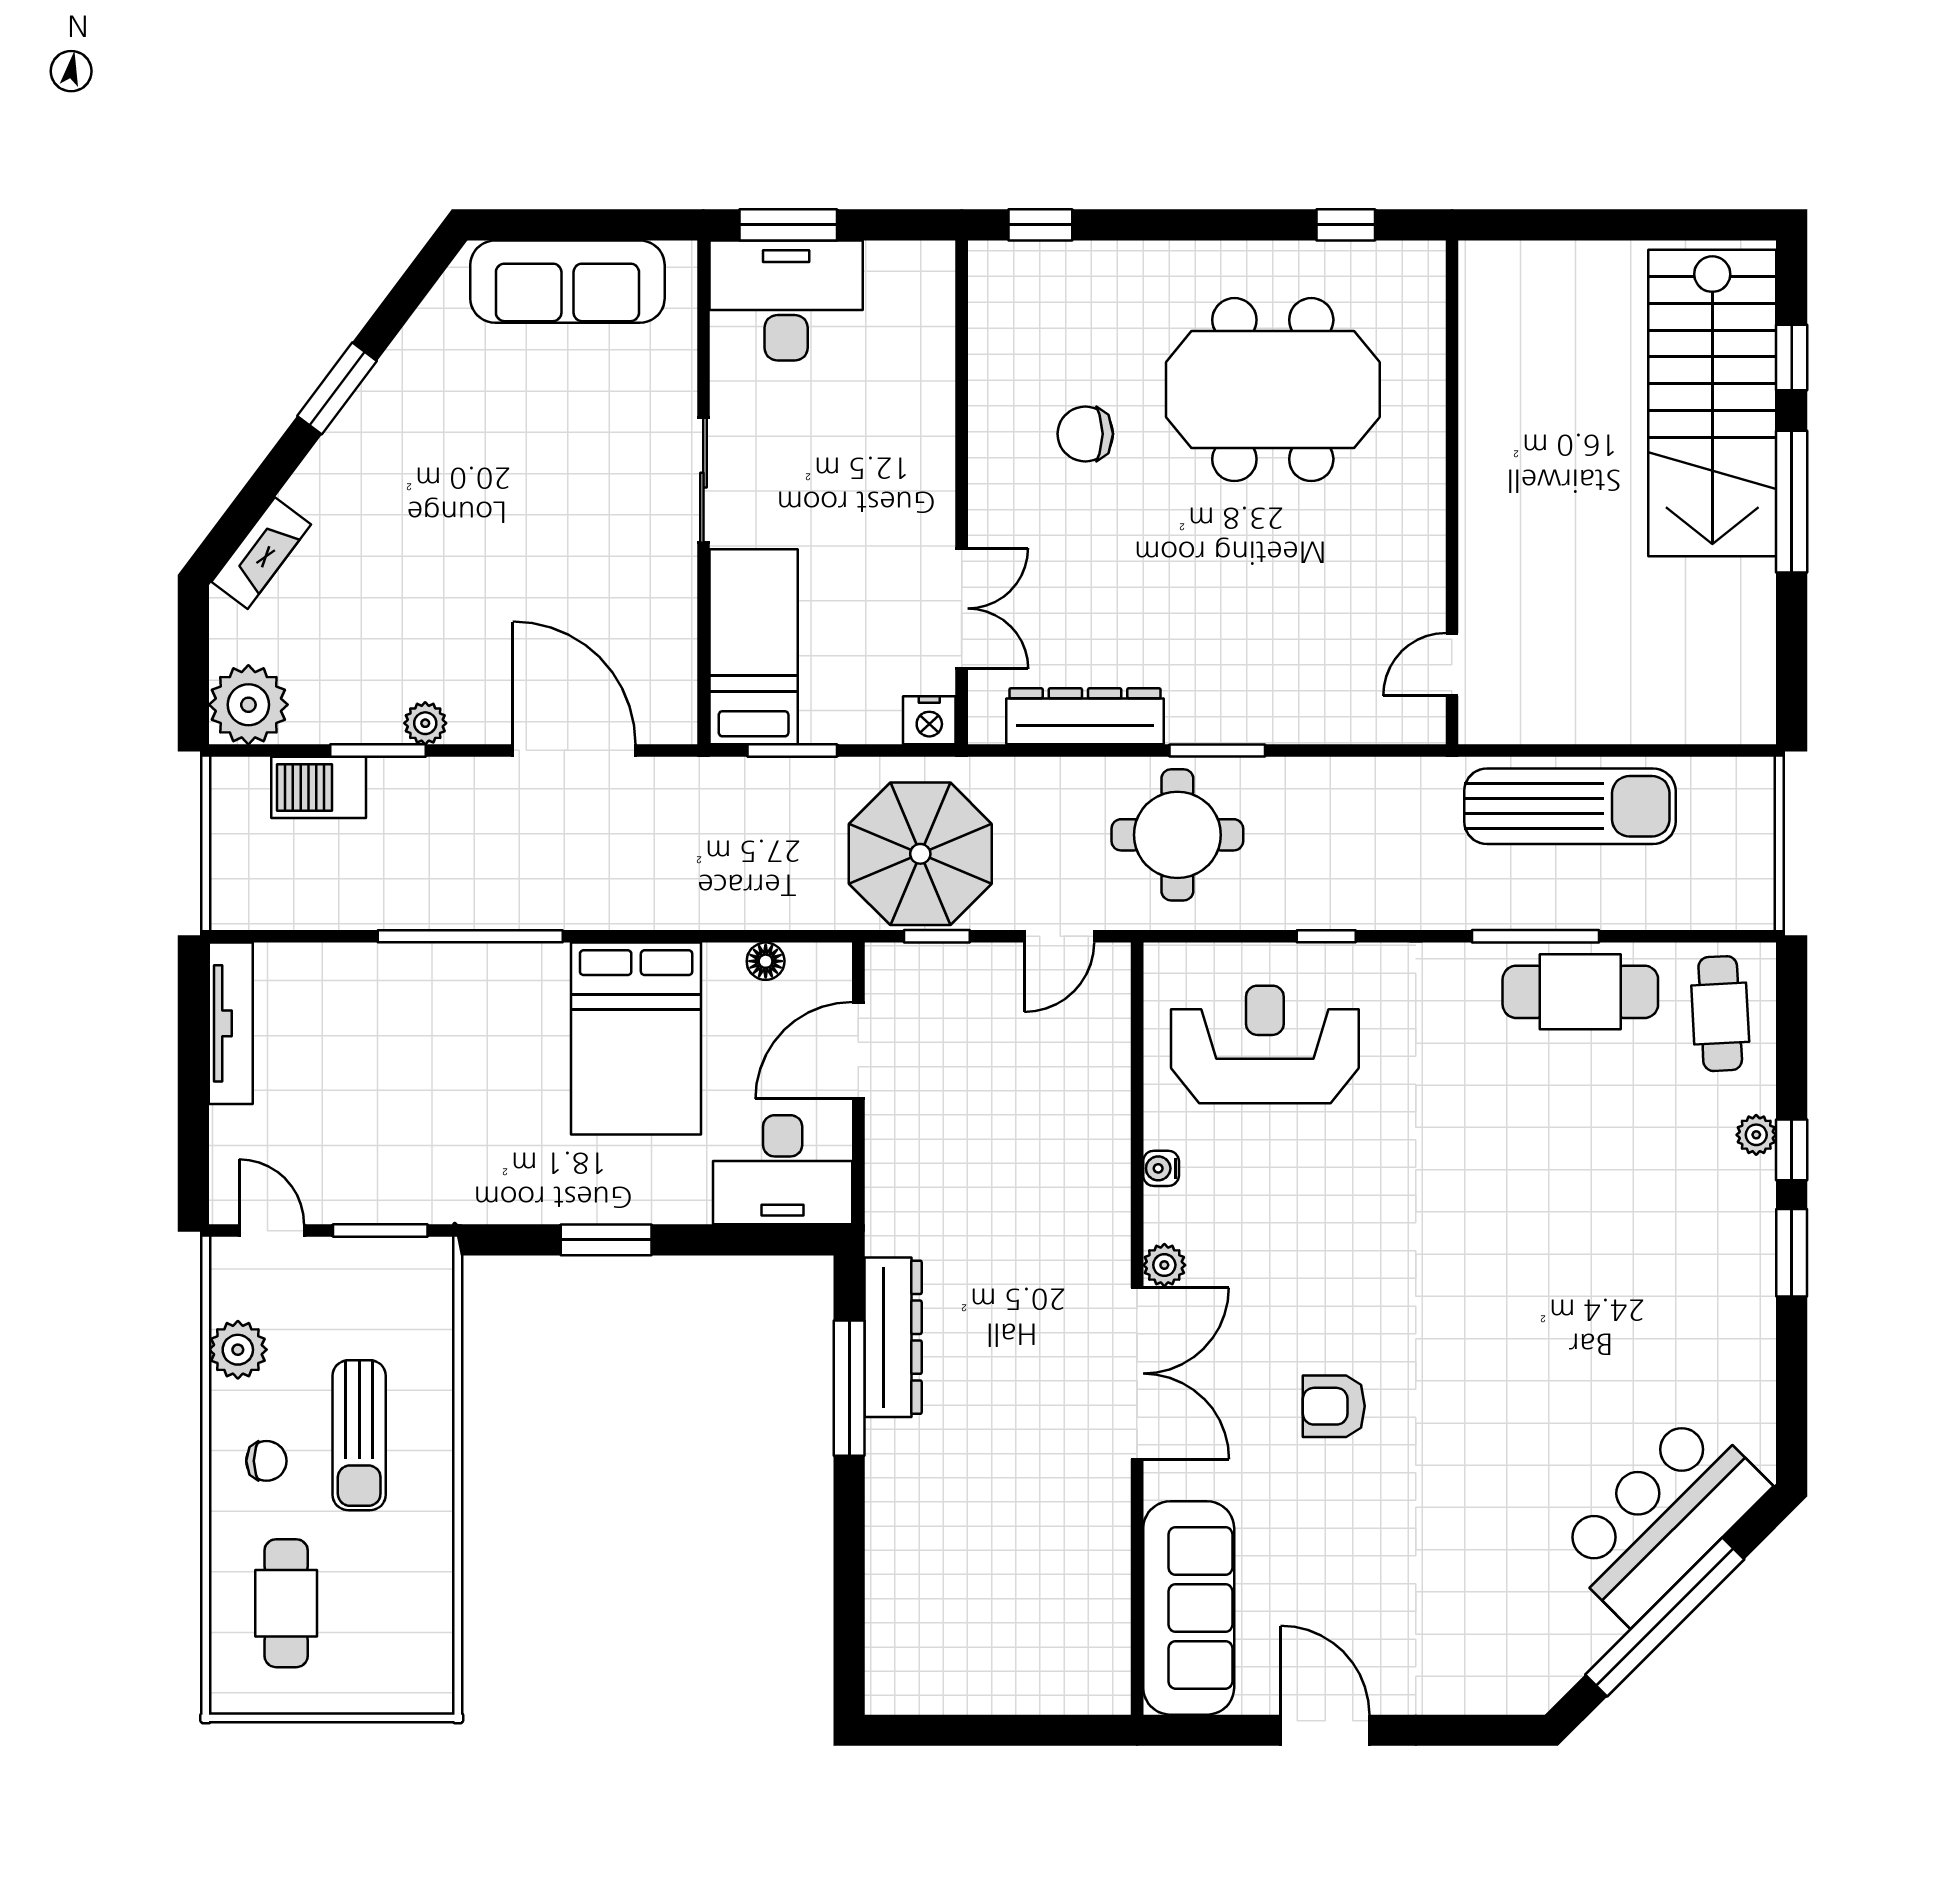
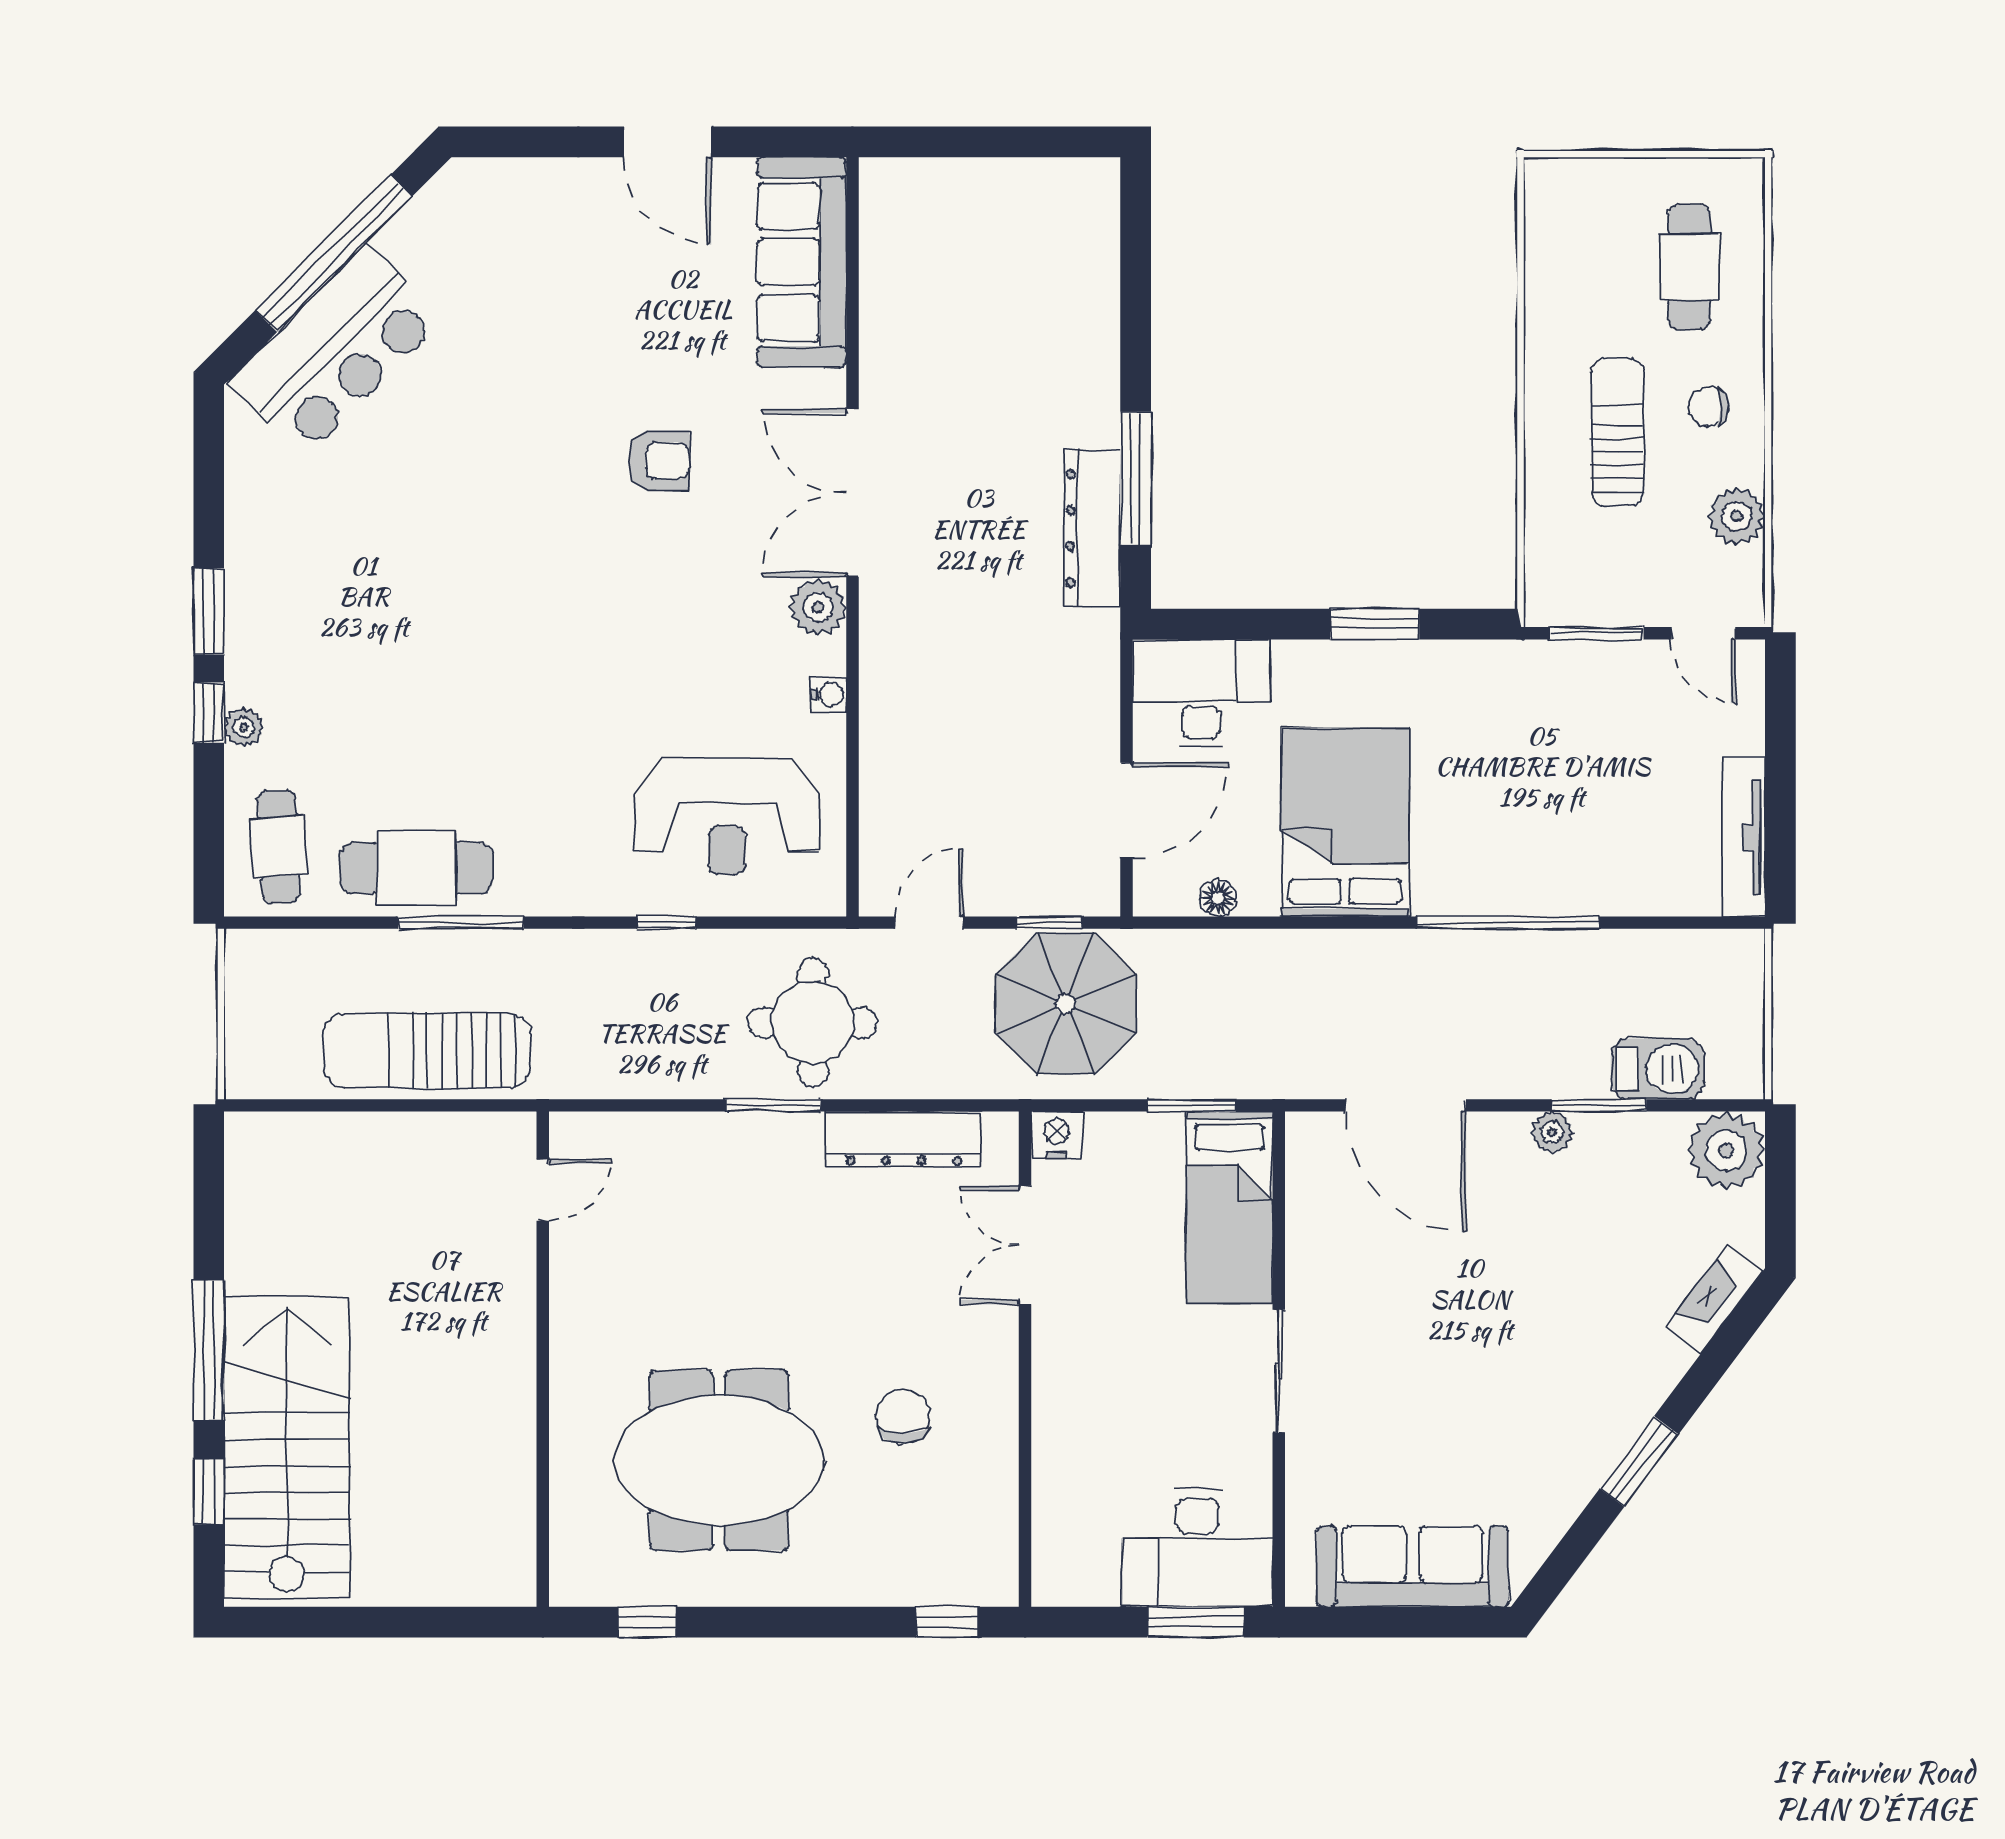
chair: (1085, 434) -> (903, 1417), turned -90
plant: (1164, 1265) -> (818, 607), width x1.38, depth x1.38

